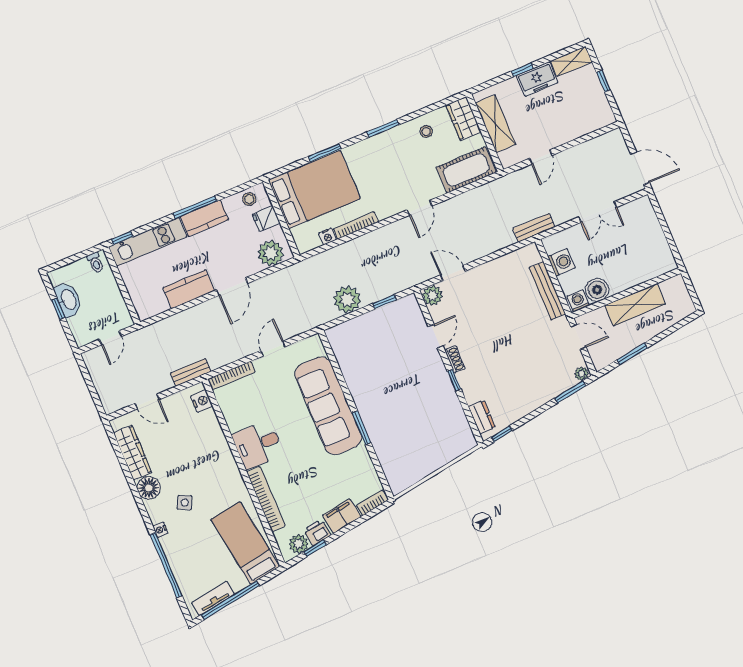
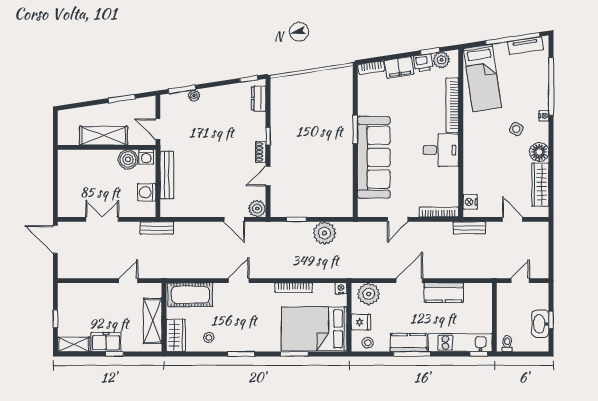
nightstand: (327, 237) -> (341, 288), moved
plant: (581, 374) -> (194, 96), moved

